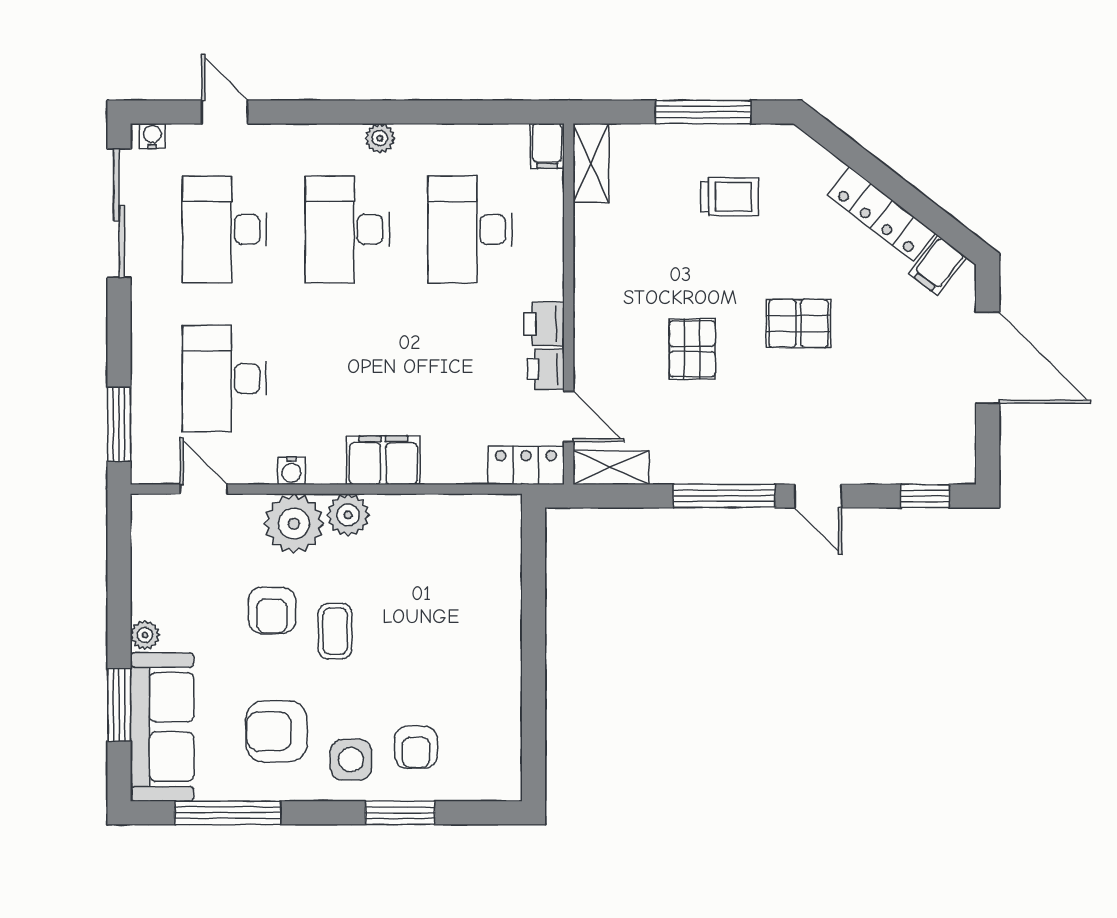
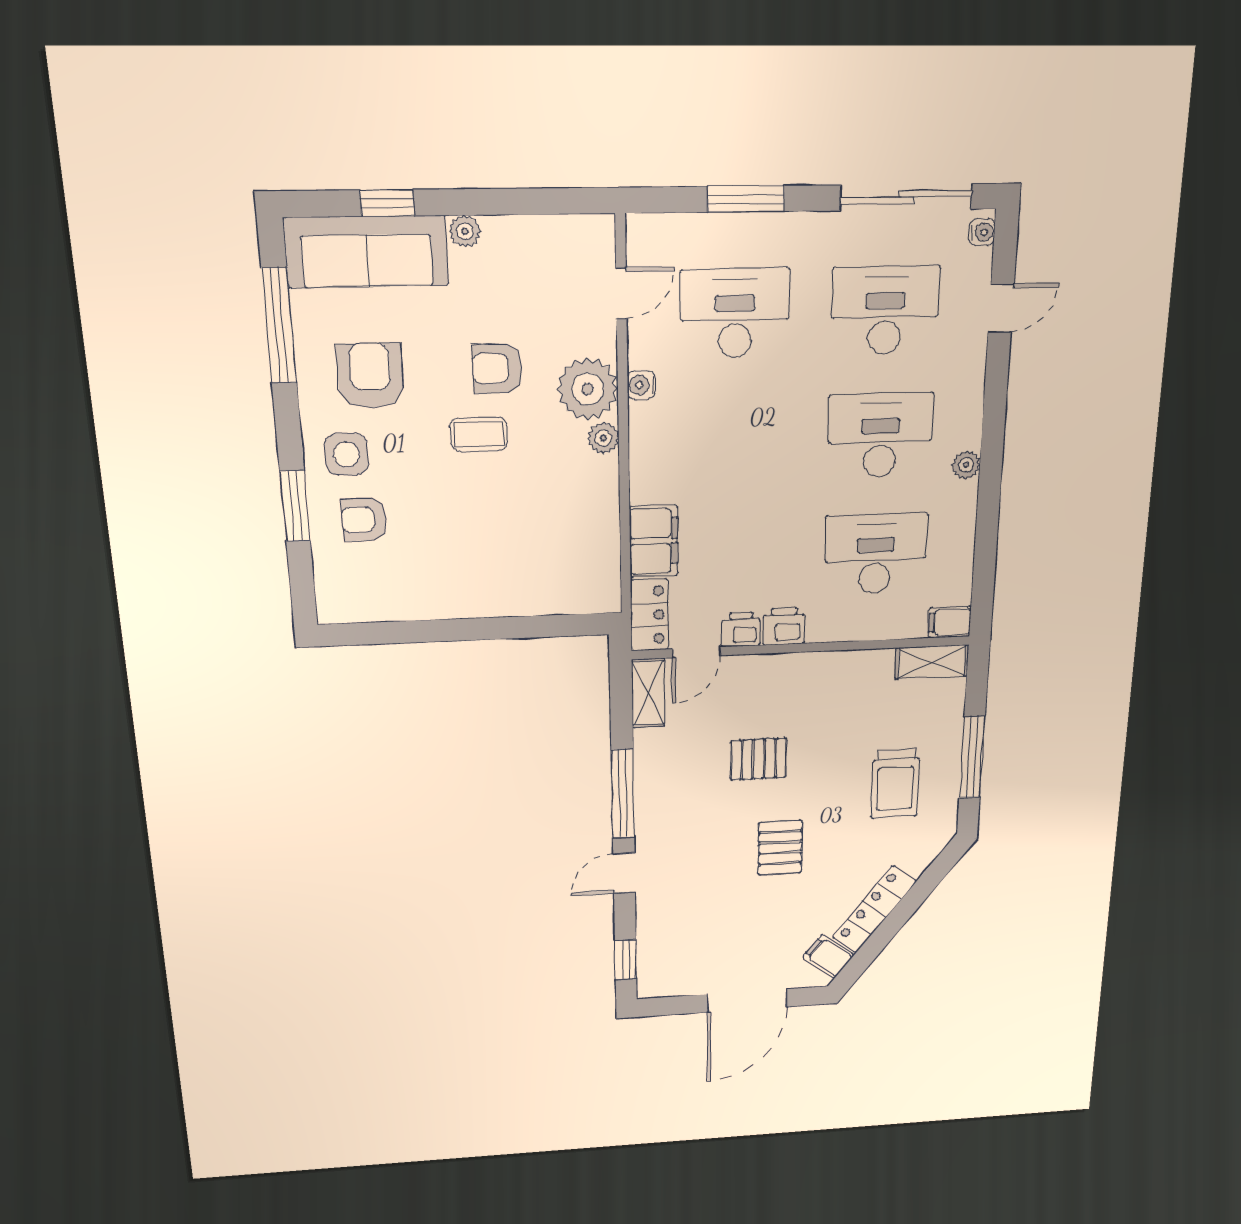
trolley: (729, 197) -> (895, 784), width x1.36, depth x1.39
window: (119, 424) -> (746, 199), moved
filing cabinet: (383, 460) -> (654, 541), moved
plant: (348, 515) -> (603, 438), width x0.73, depth x0.73
window: (119, 705) -> (387, 203), width x0.67

